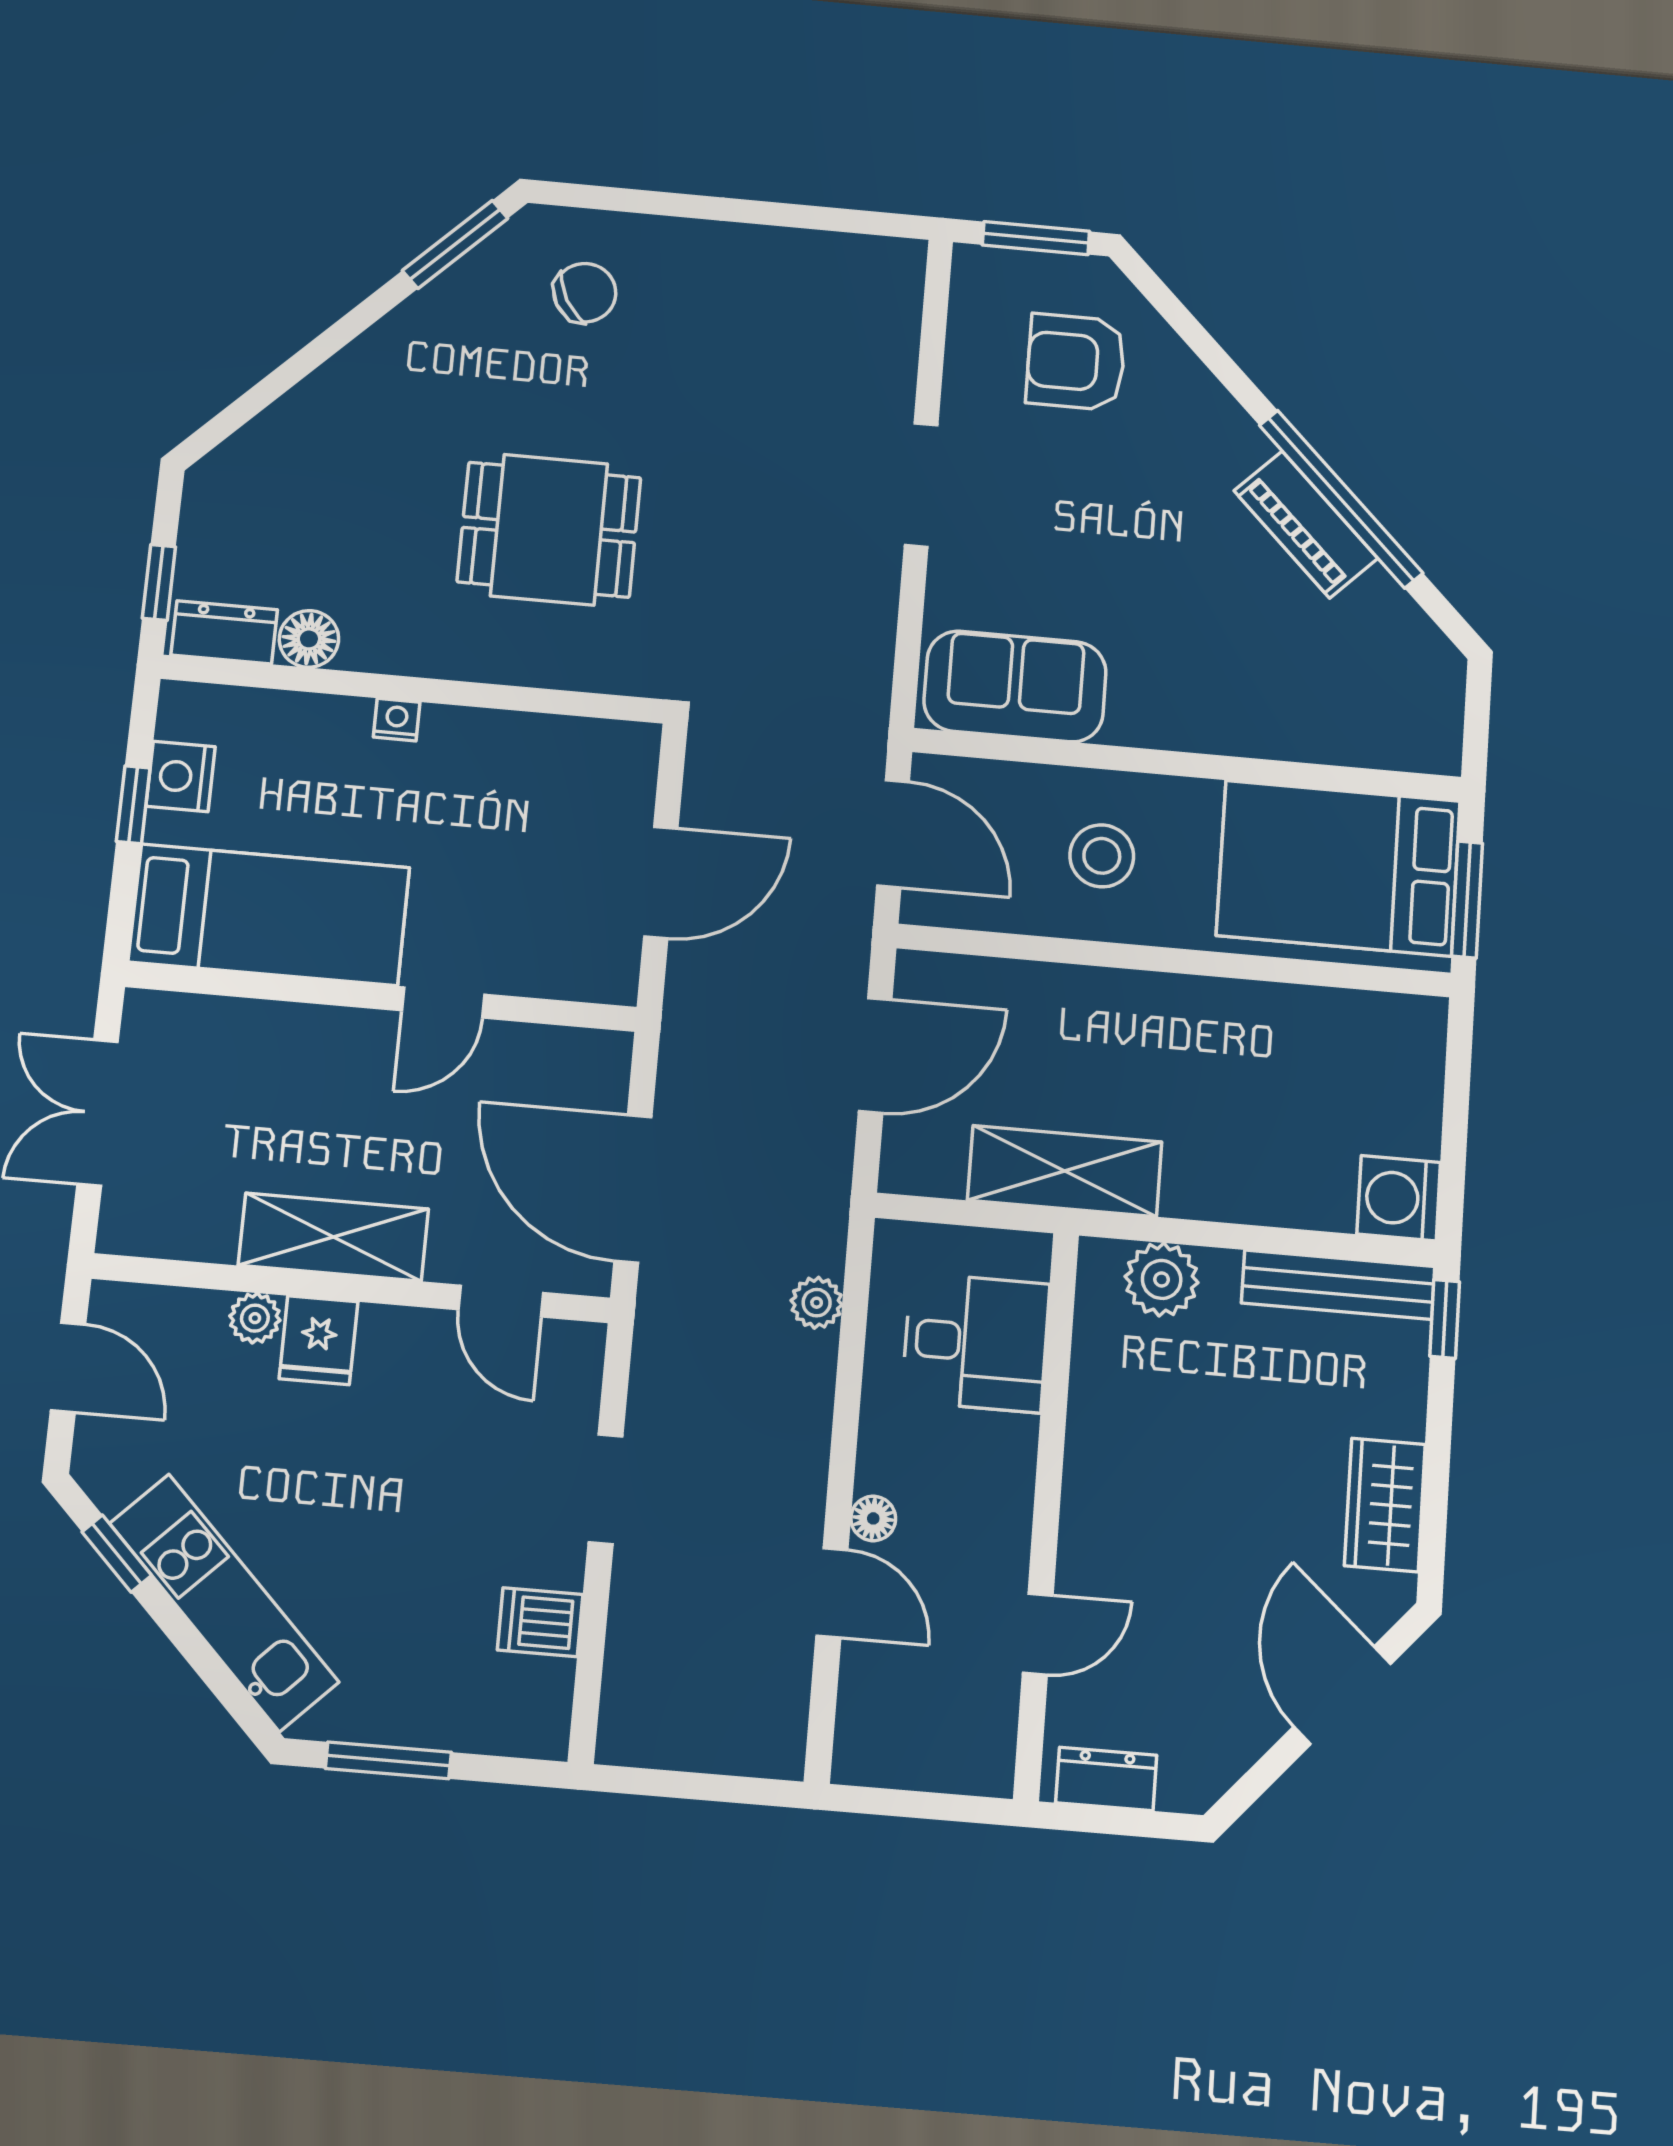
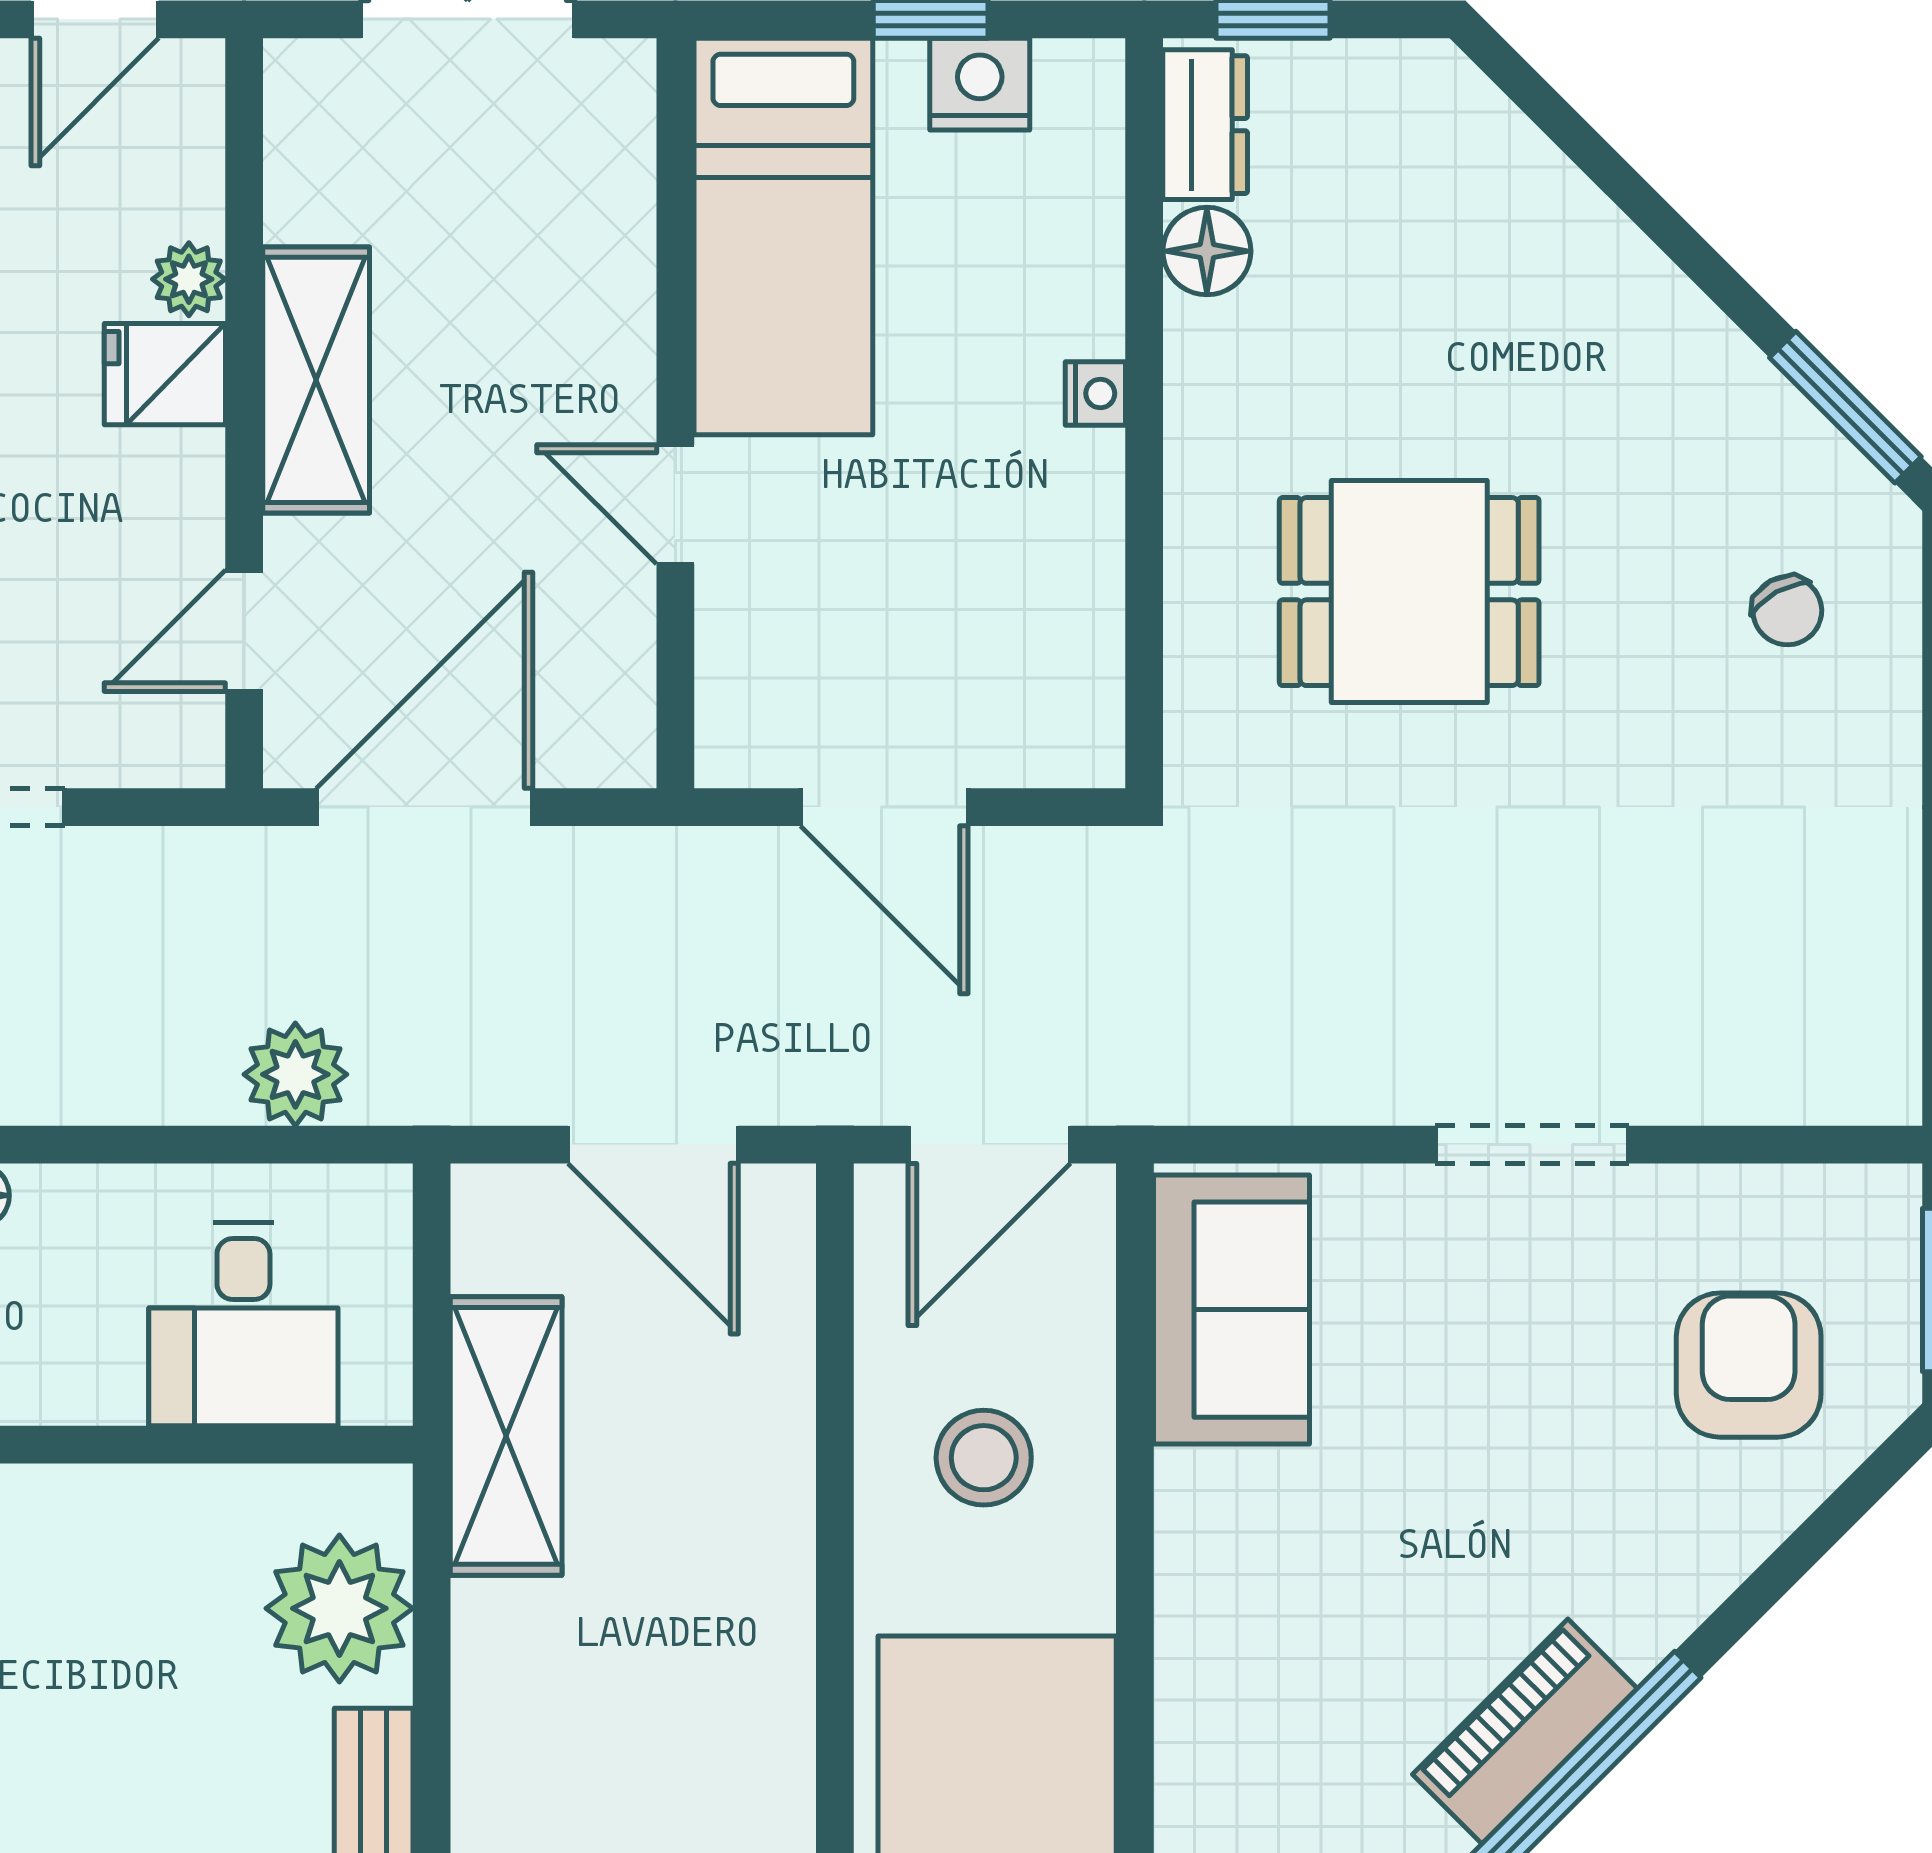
chair: (585, 293) -> (1787, 611), width x0.73, depth x0.73
dining table: (549, 530) -> (1409, 592), turned 90
plant: (1162, 1279) -> (339, 1608), width x1.36, depth x1.36
plant: (817, 1303) -> (295, 1074), width x1.38, depth x1.38

